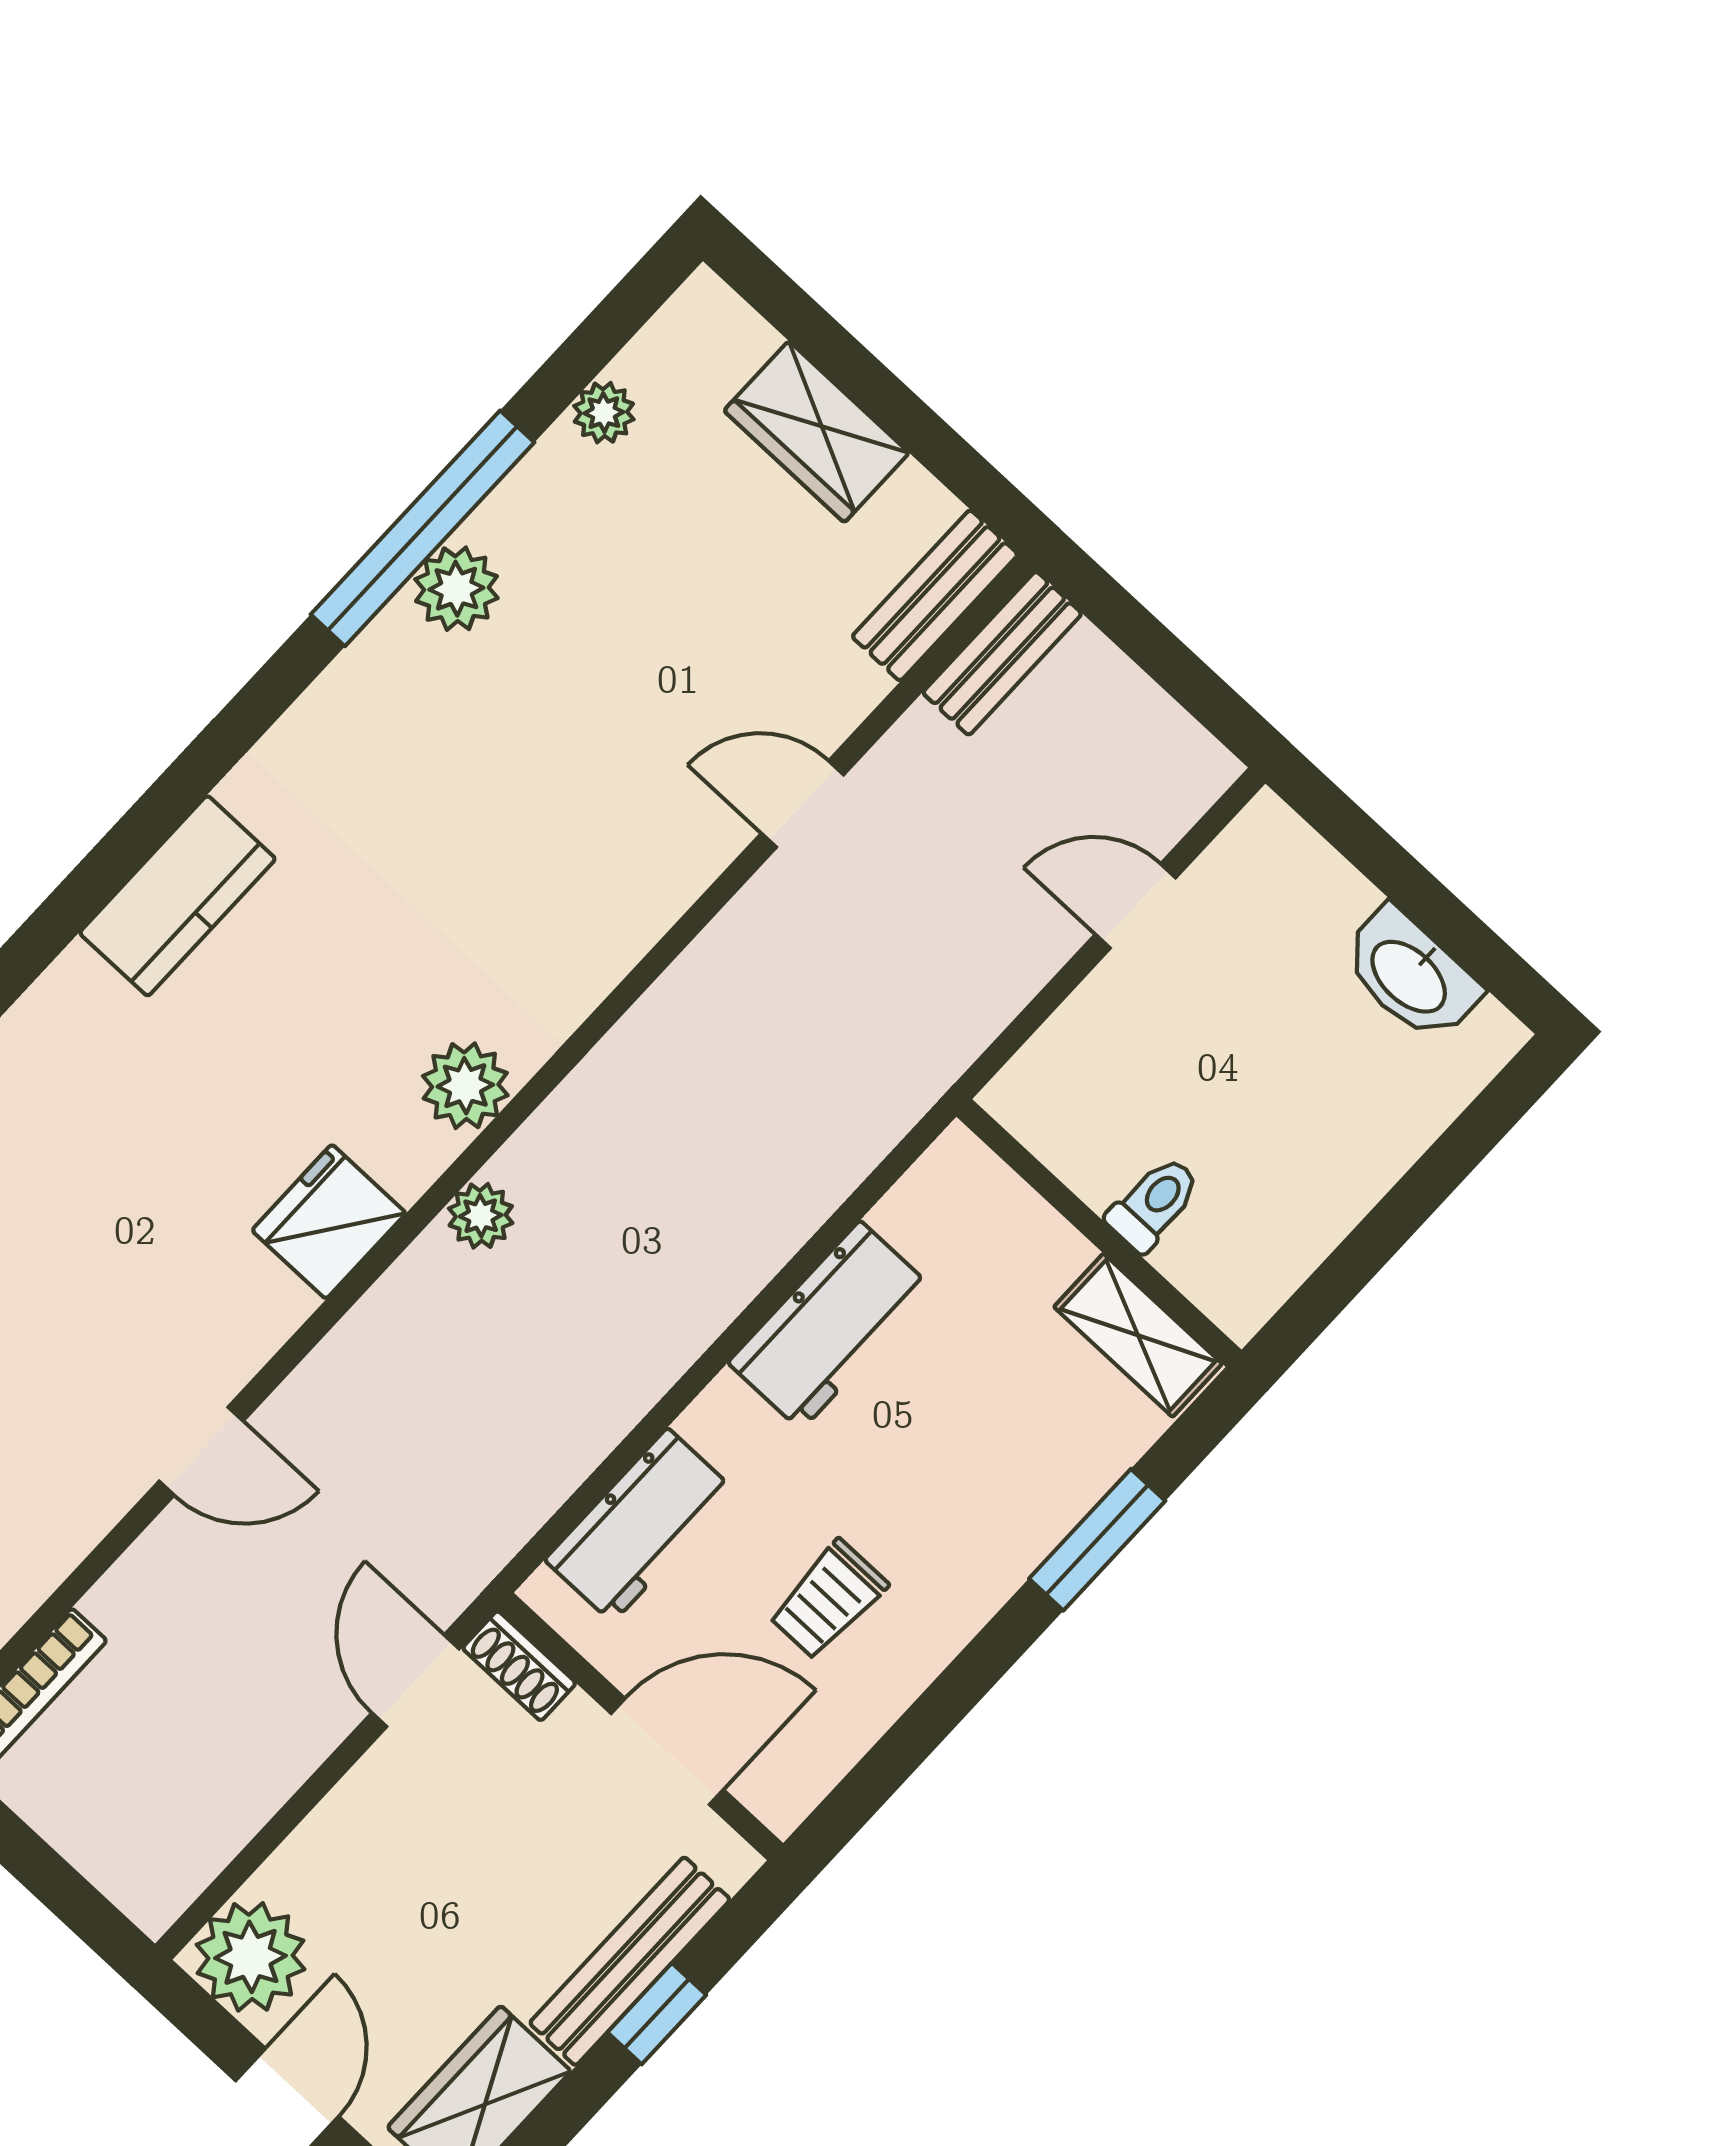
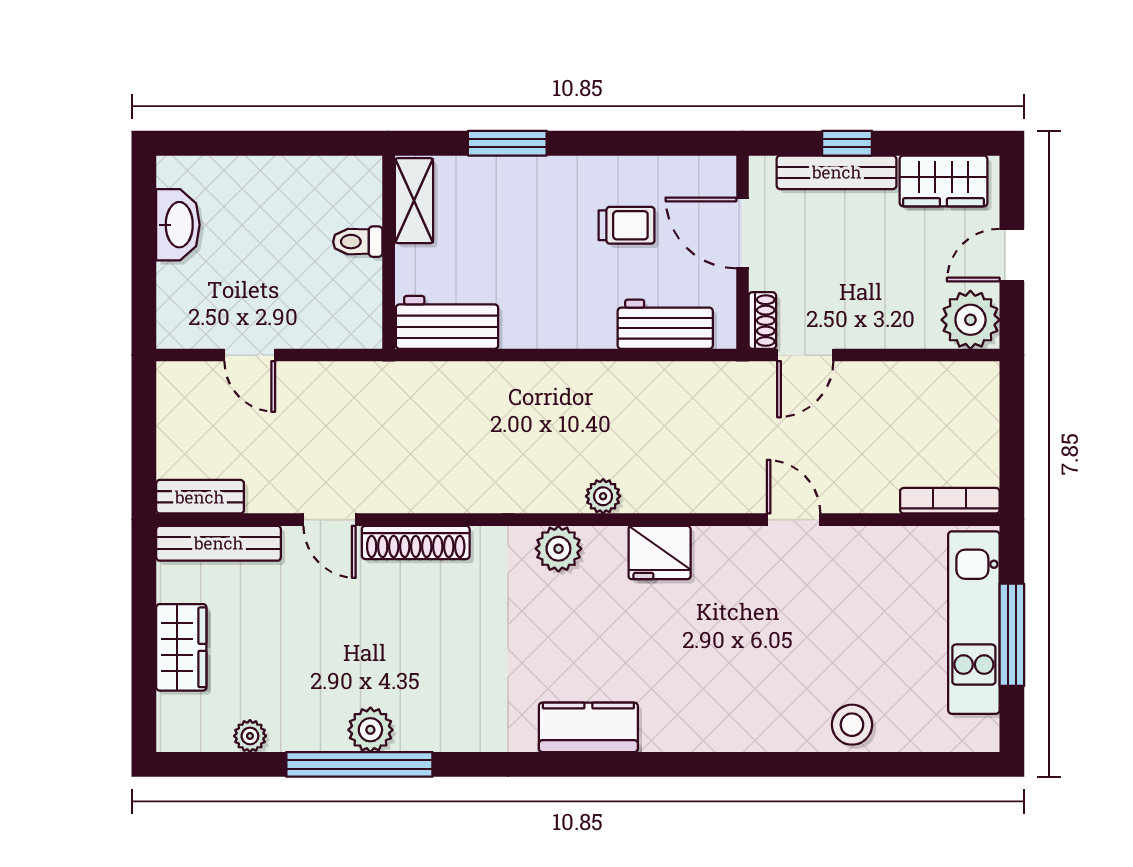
bench: (935, 595) -> (219, 543), width x1.36
shoe rack: (659, 895) -> (416, 542), added
workbench: (830, 1326) -> (447, 322), moved

